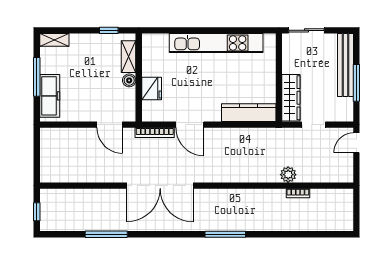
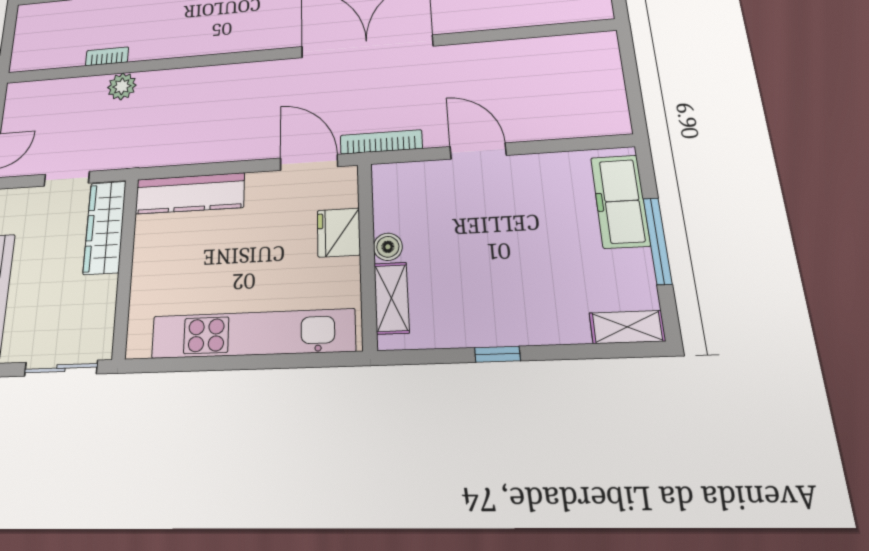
shelving: (128, 57) -> (391, 298), moved
wall: (139, 77) -> (367, 254), moved
boiler: (129, 80) -> (388, 247), moved
fridge: (152, 88) -> (339, 233), moved

